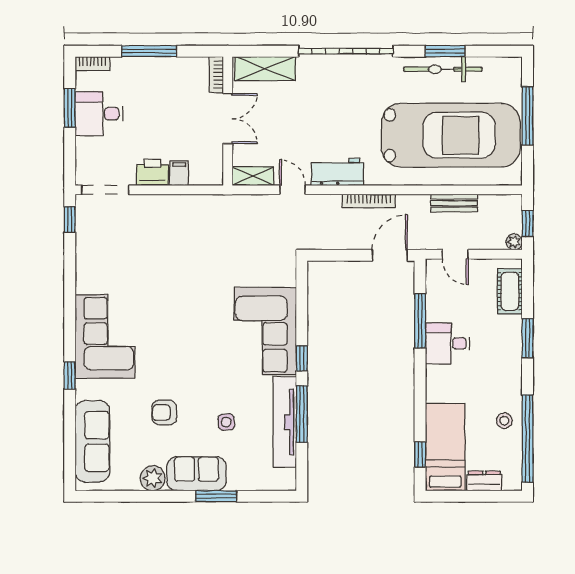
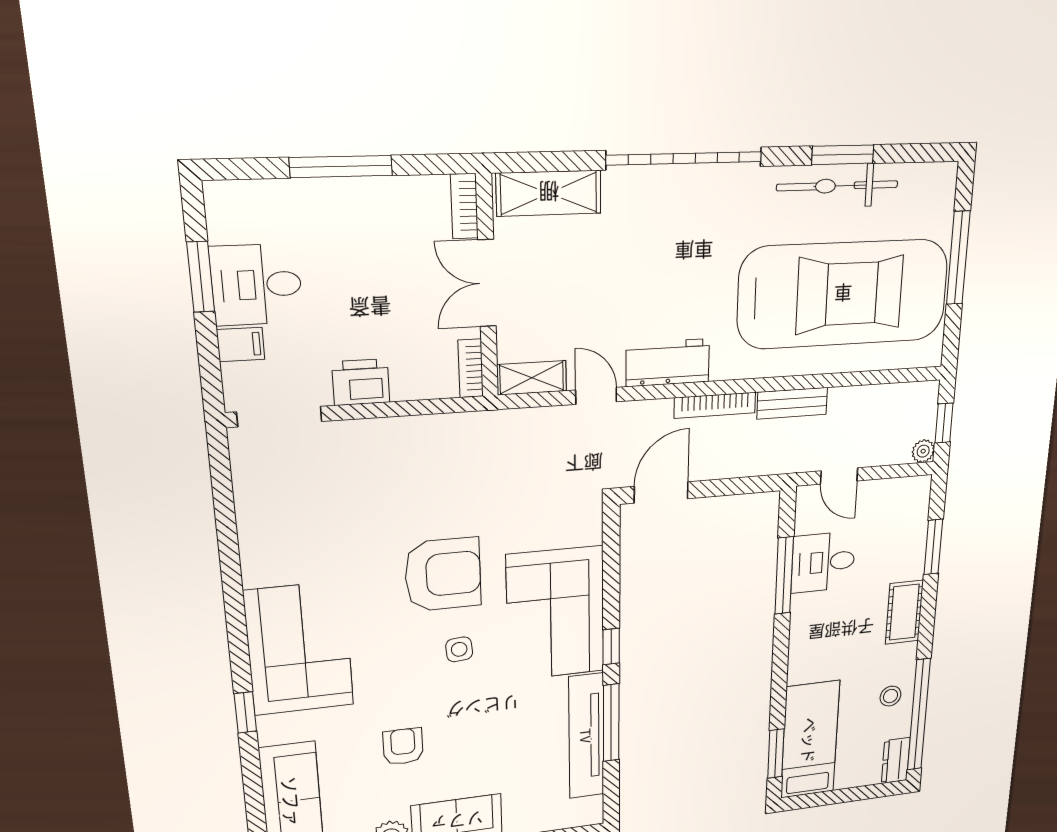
bookcase: (92, 63) -> (471, 368), moved, turned 90
double door: (228, 119) -> (487, 283), swing flipped
filing cabinet: (179, 173) -> (241, 344), moved, turned 90
bench: (454, 203) -> (792, 403), moved
window: (70, 220) -> (221, 471), removed
door: (390, 255) -> (661, 493), moved
cot: (510, 291) -> (904, 612), moved
armchair: (195, 297) -> (443, 574), added
window: (528, 338) -> (933, 547), moved
desk: (447, 343) -> (823, 562), moved
armchair: (164, 413) -> (403, 746), turned 90
side table: (226, 422) -> (459, 649), moved
window: (420, 454) -> (776, 754), width x1.50
dresser: (484, 481) -> (896, 760), moved, turned -90

